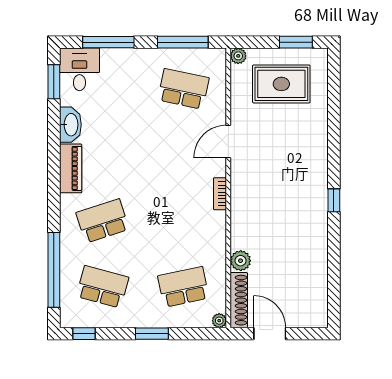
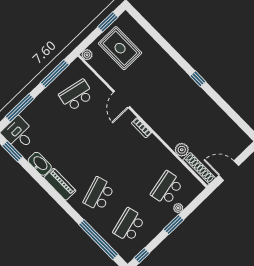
rug: (281, 84) -> (120, 48), turned 90
school desk: (103, 287) -> (129, 225), turned -30
plant: (219, 321) -> (178, 208), moved

